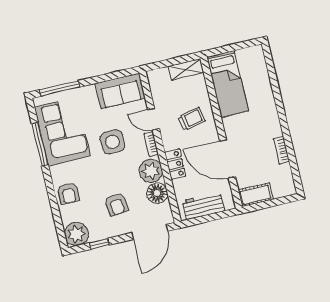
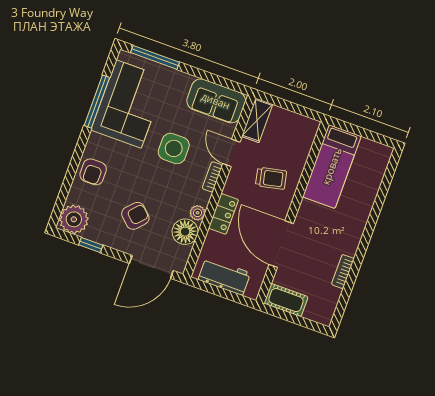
shelving: (186, 69) -> (257, 120), moved, turned 90
plant: (151, 171) -> (198, 213), width x0.53, depth x0.53
armchair: (116, 204) -> (135, 216), turned -131

